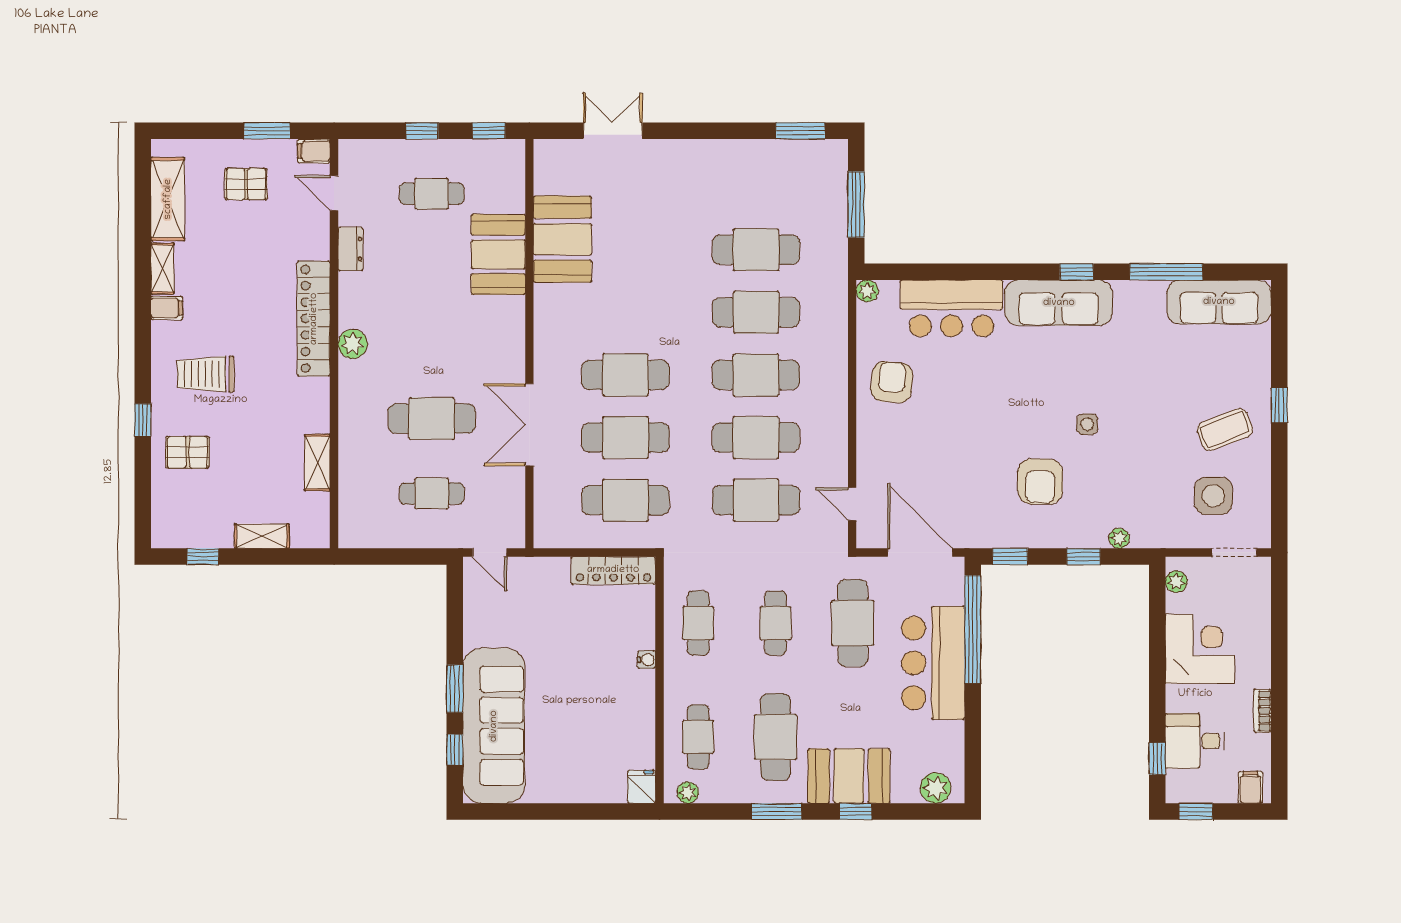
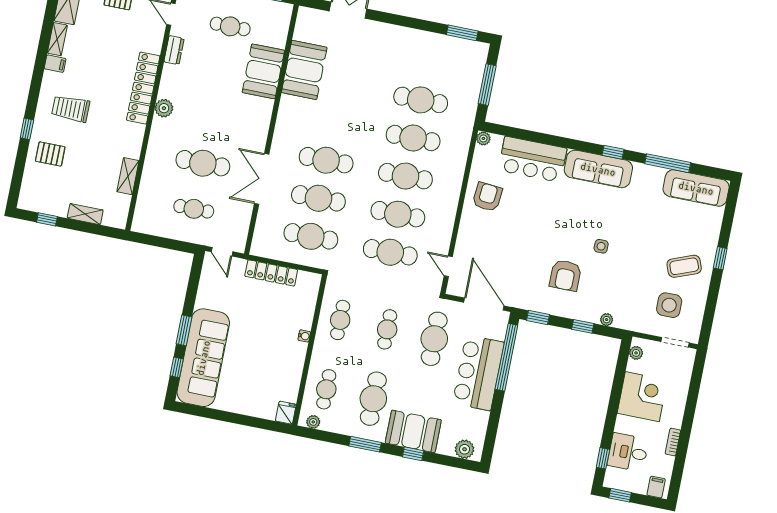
locker: (613, 570) -> (271, 273), moved

